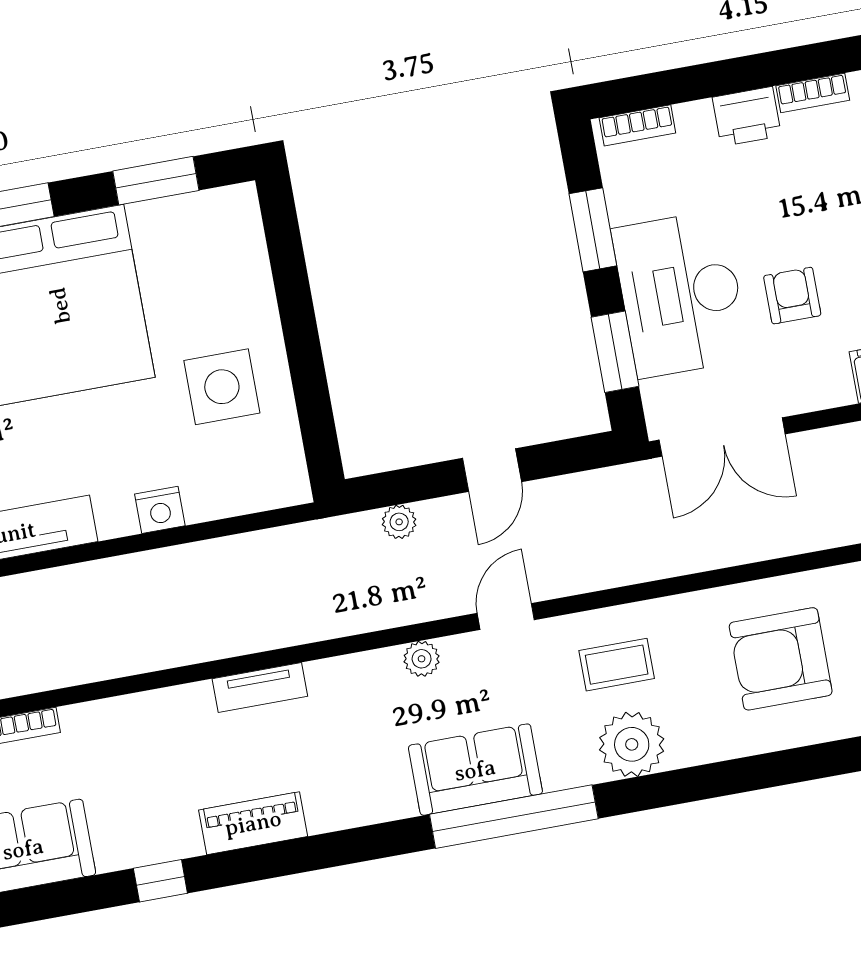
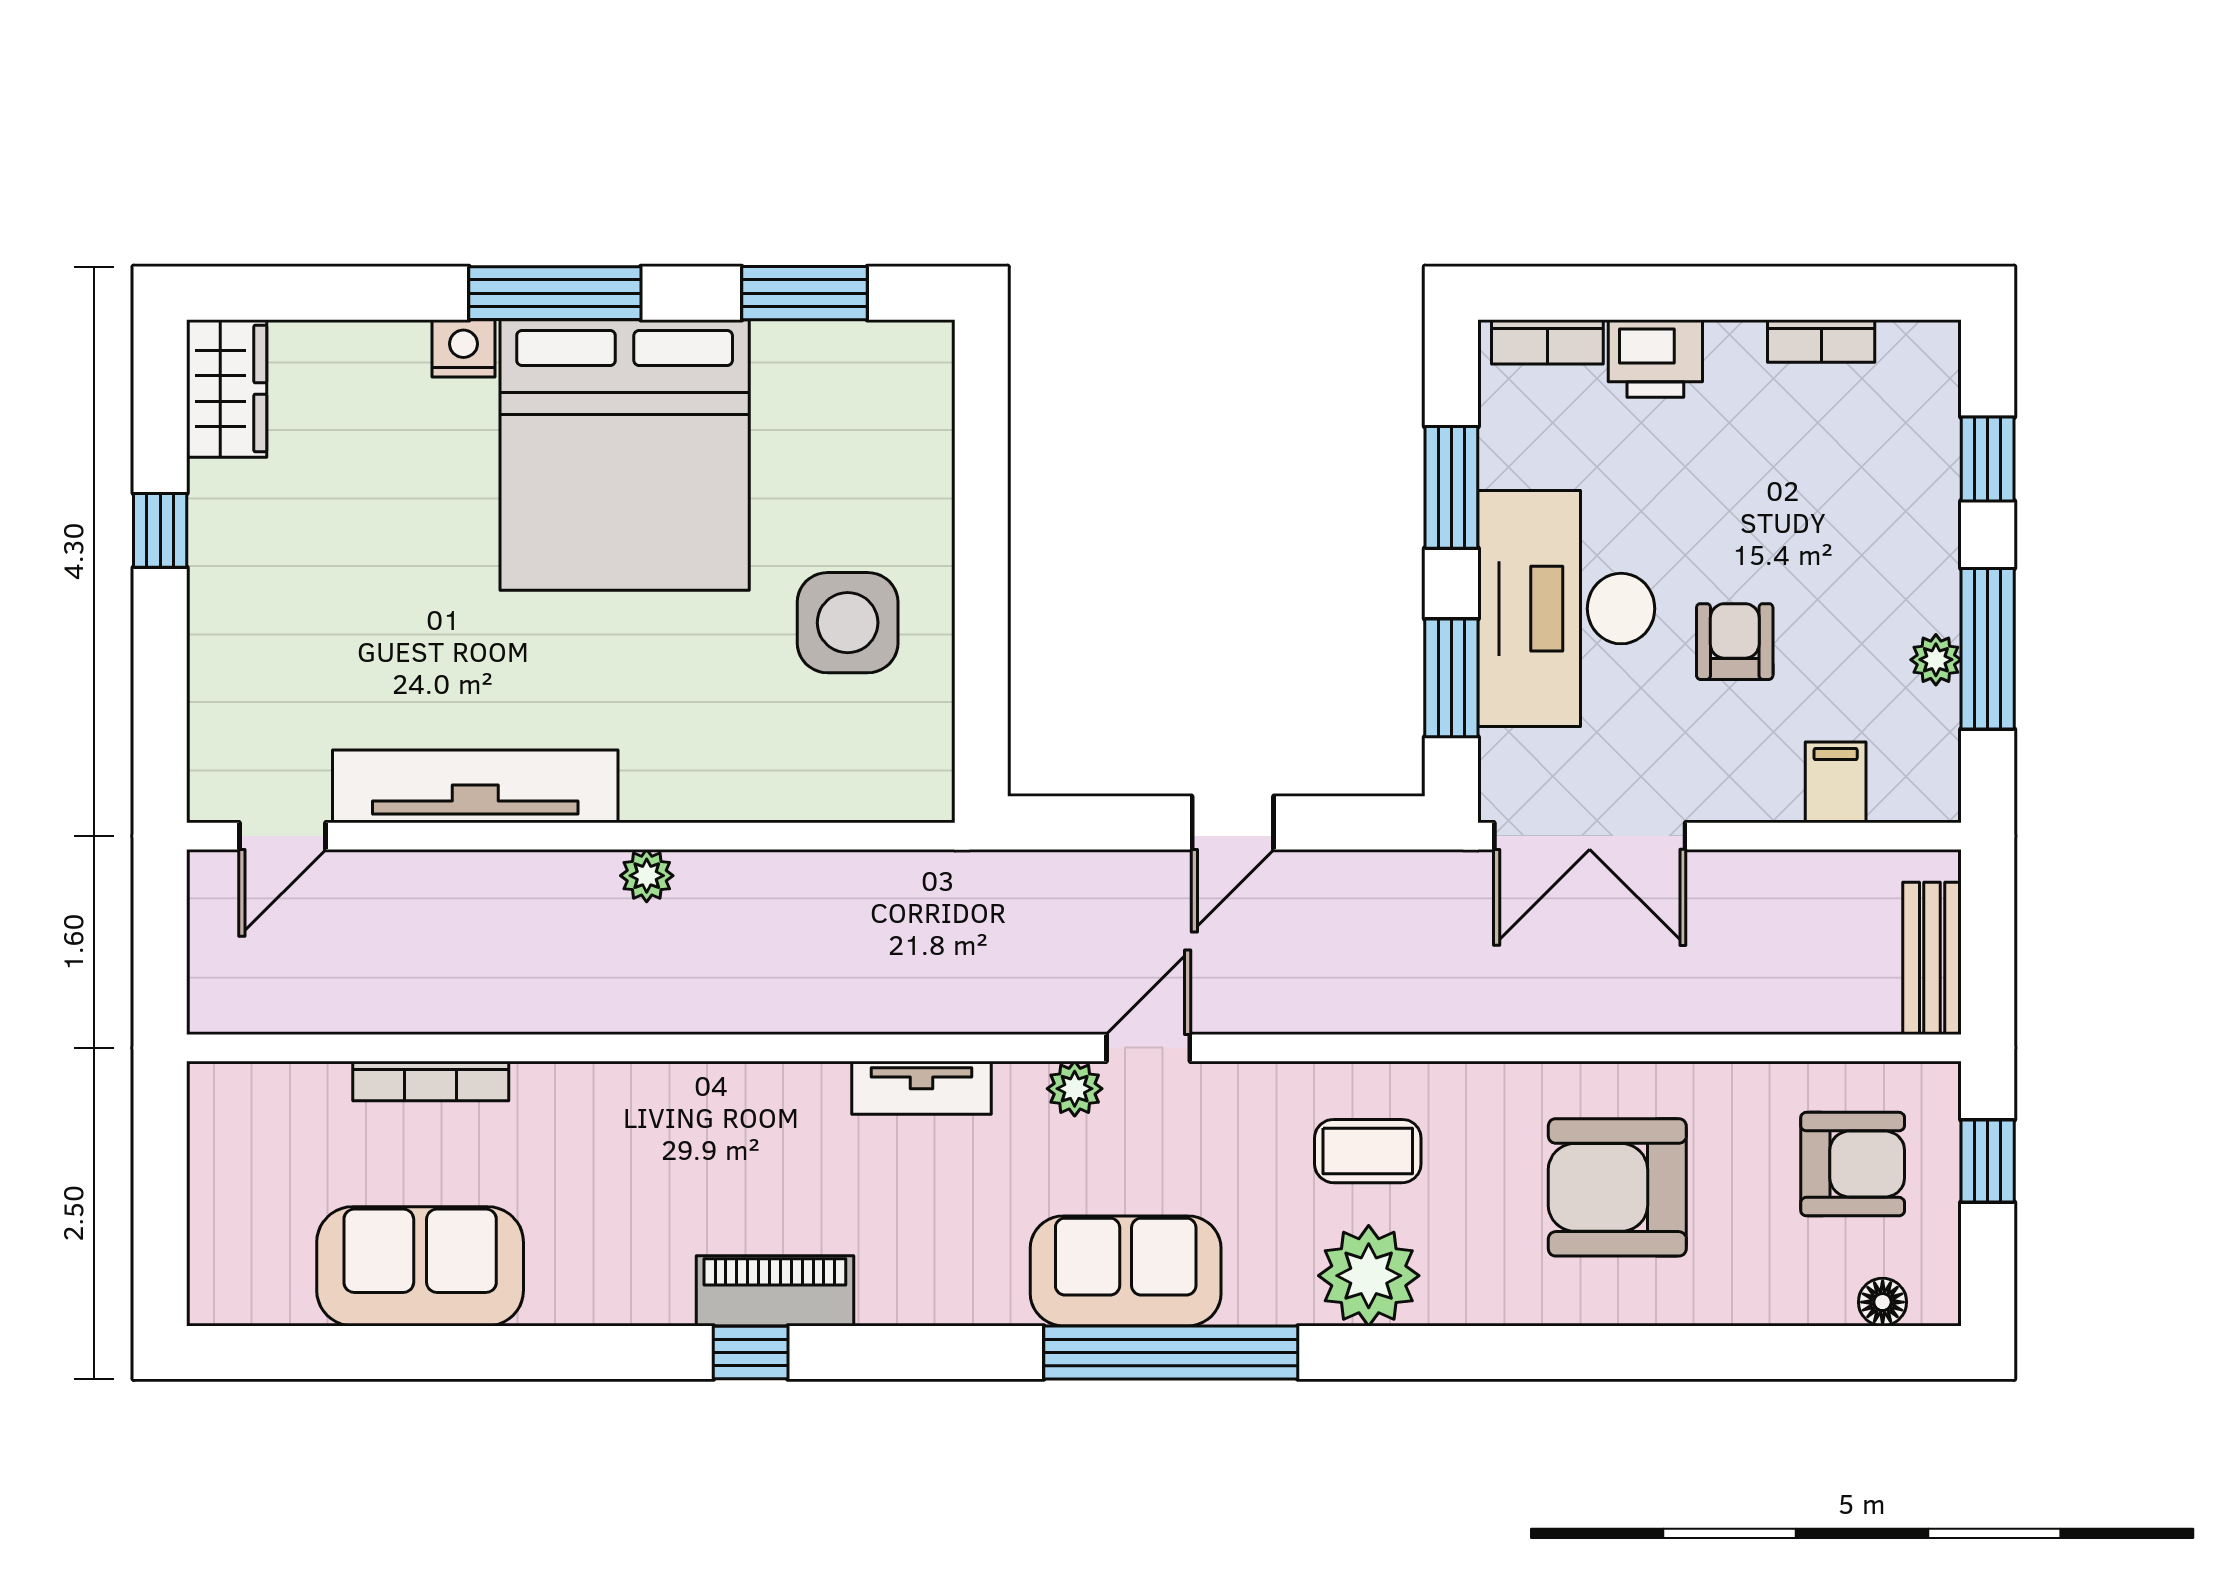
printer: (747, 116) -> (1655, 358), moved
nightstand: (160, 510) -> (720, 792), removed
plant: (399, 522) -> (647, 876), moved
door: (506, 617) -> (1148, 1048), moved
tv unit: (260, 688) -> (921, 1088), moved
window: (160, 881) -> (751, 1352), moved

